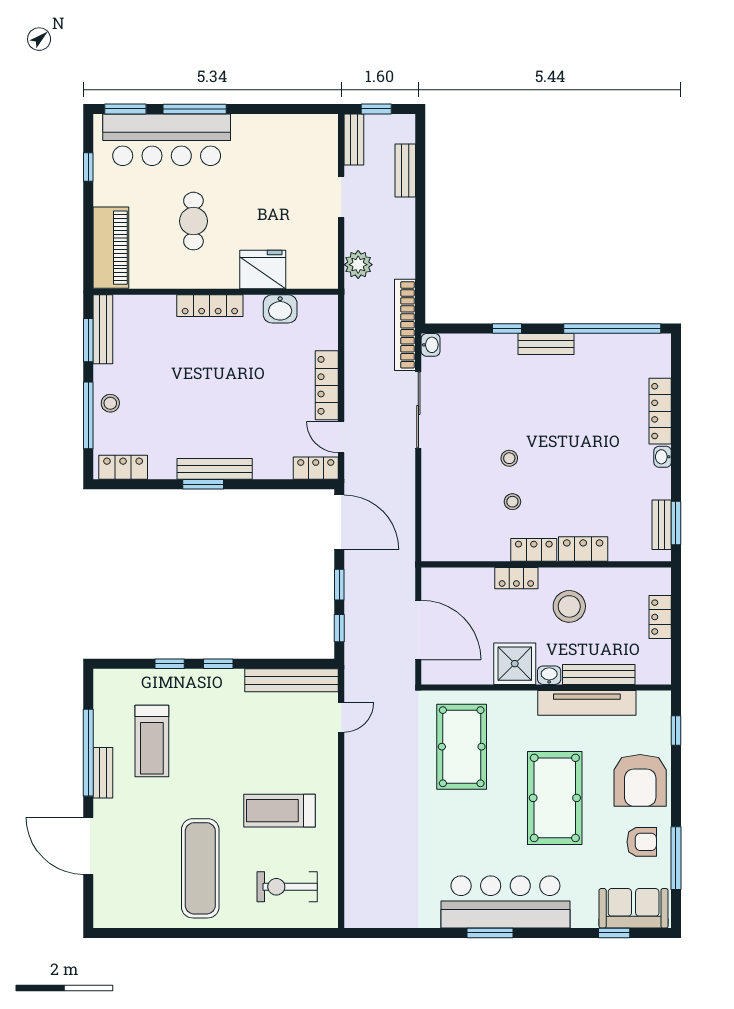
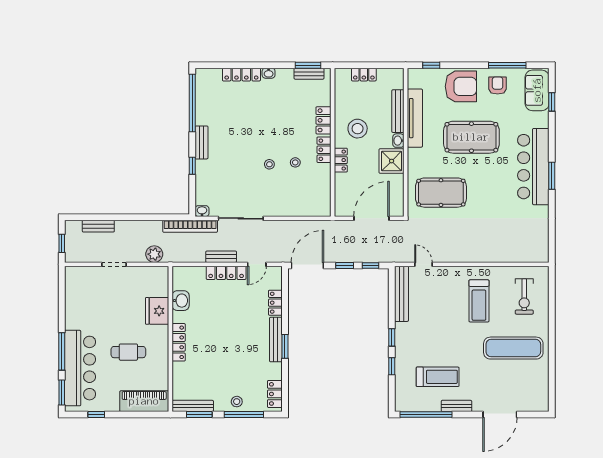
bench: (354, 139) -> (221, 257), moved
locker: (316, 468) -> (275, 303), moved
window: (88, 753) -> (426, 415), moved

